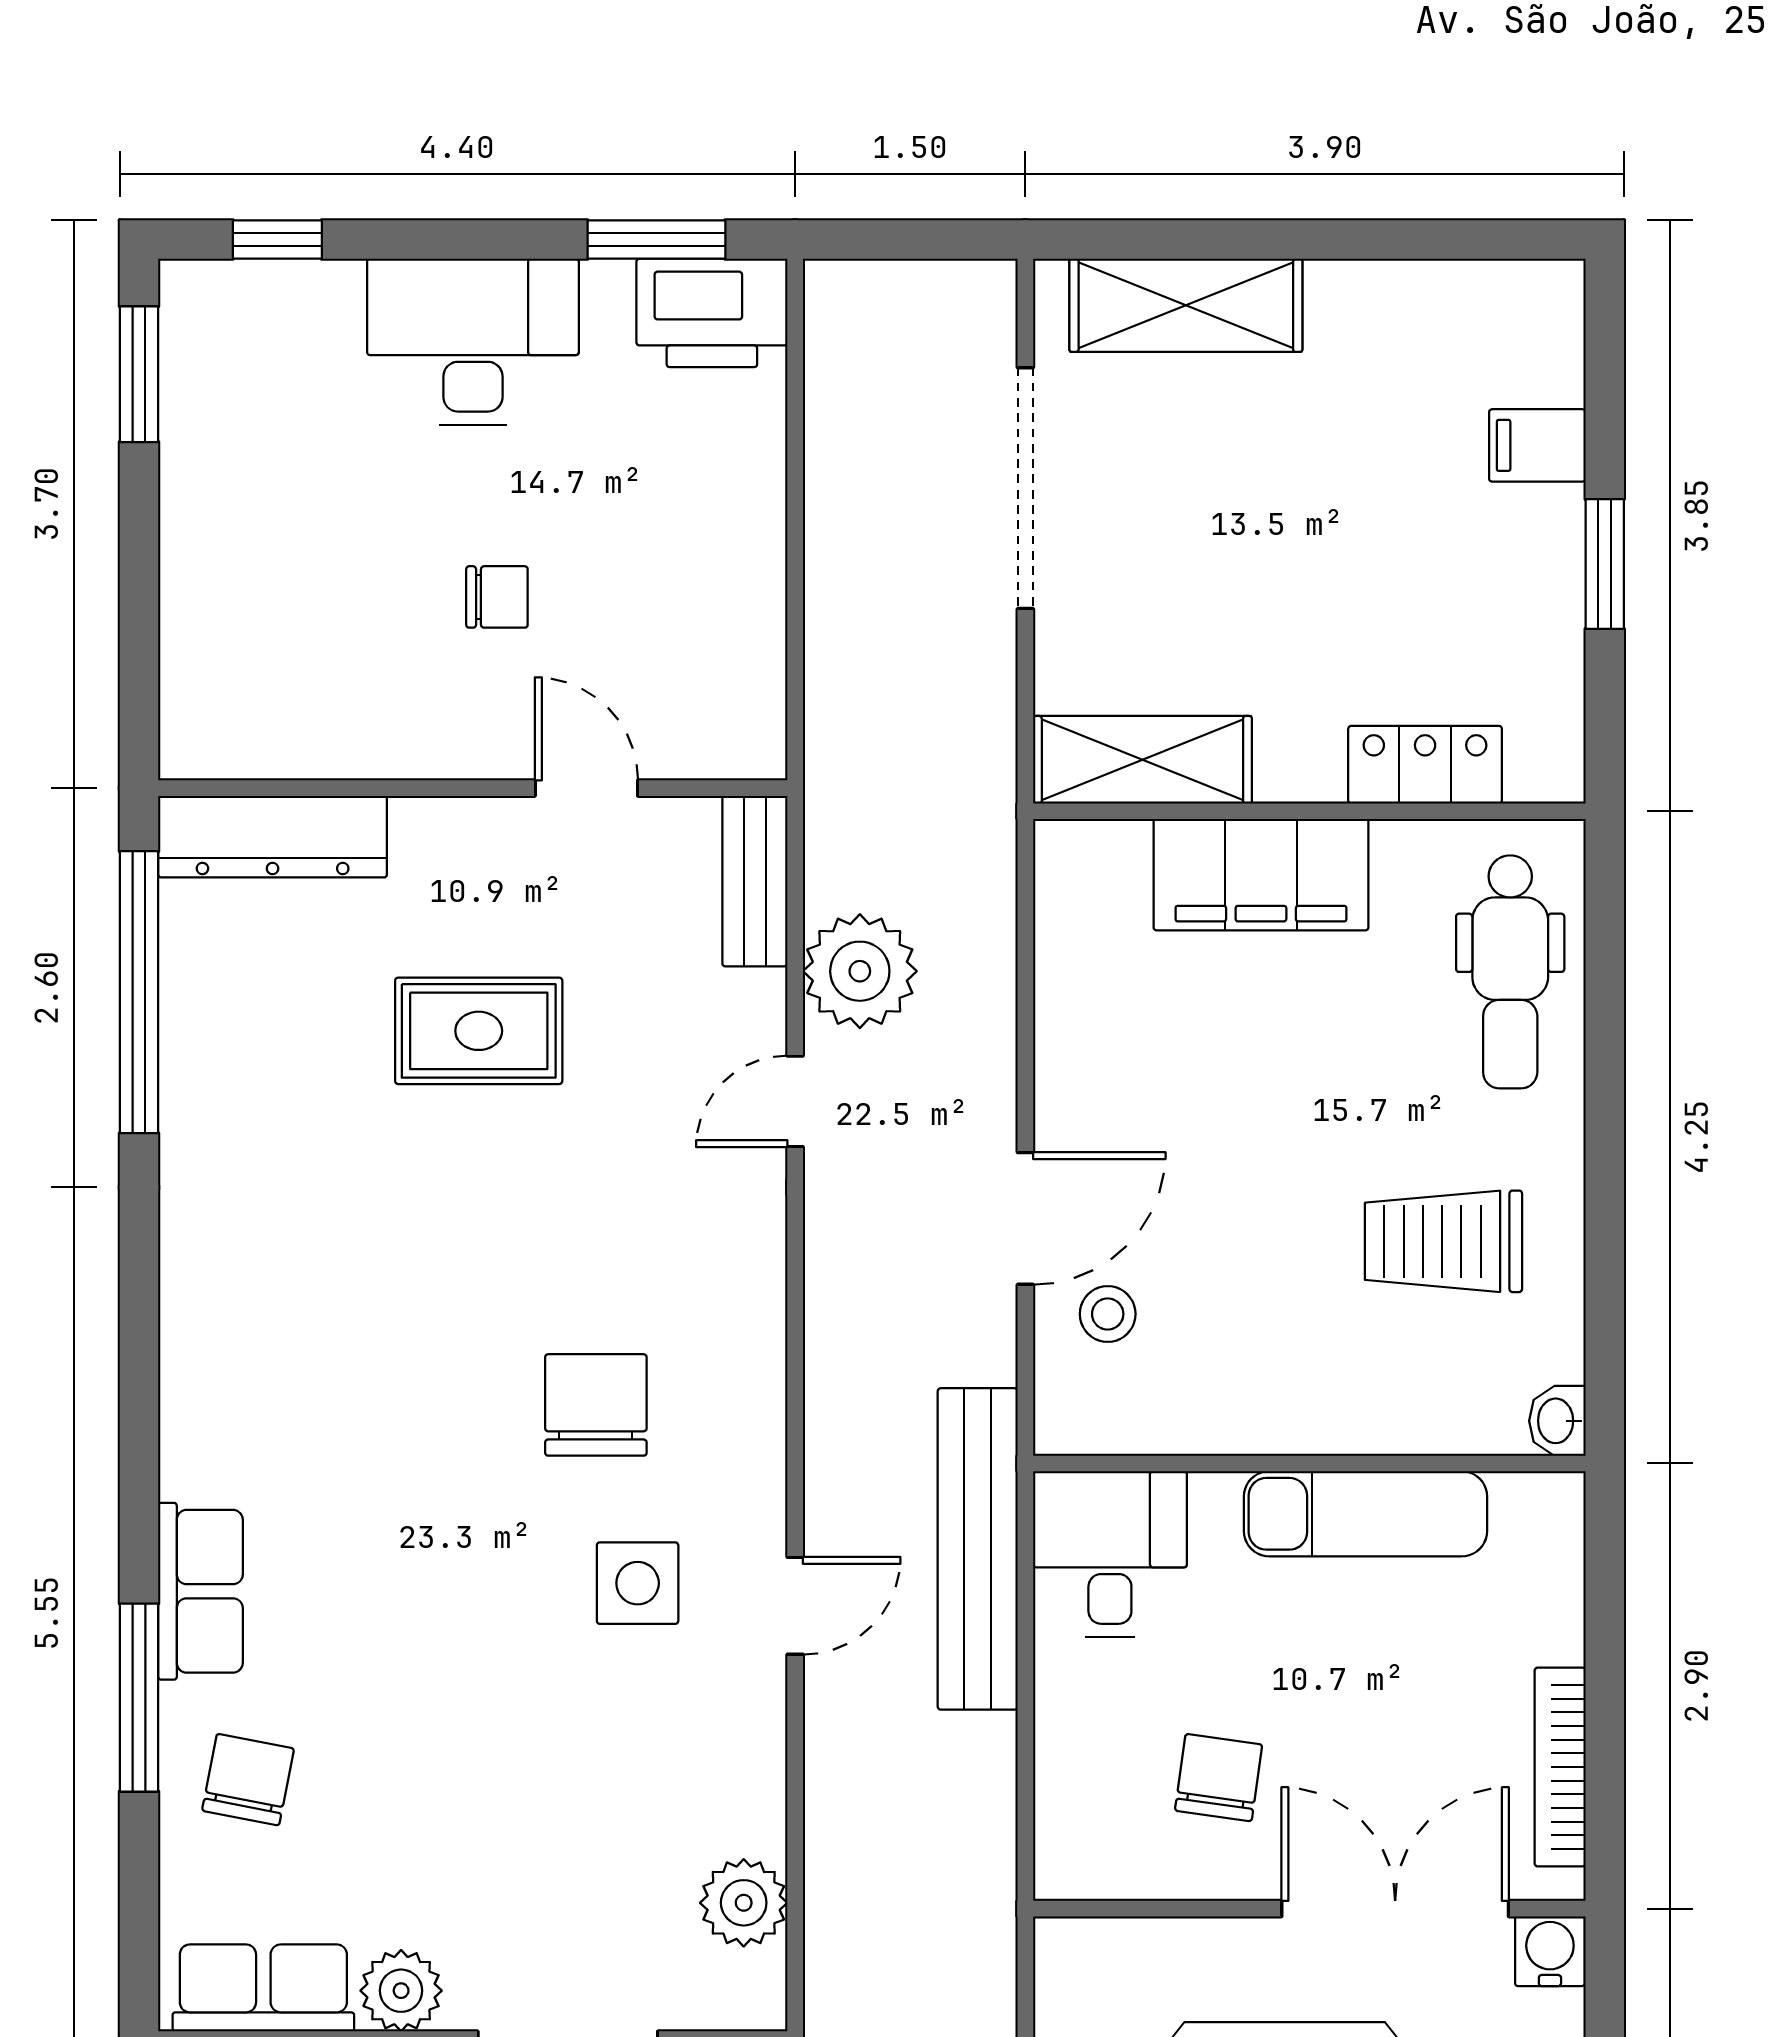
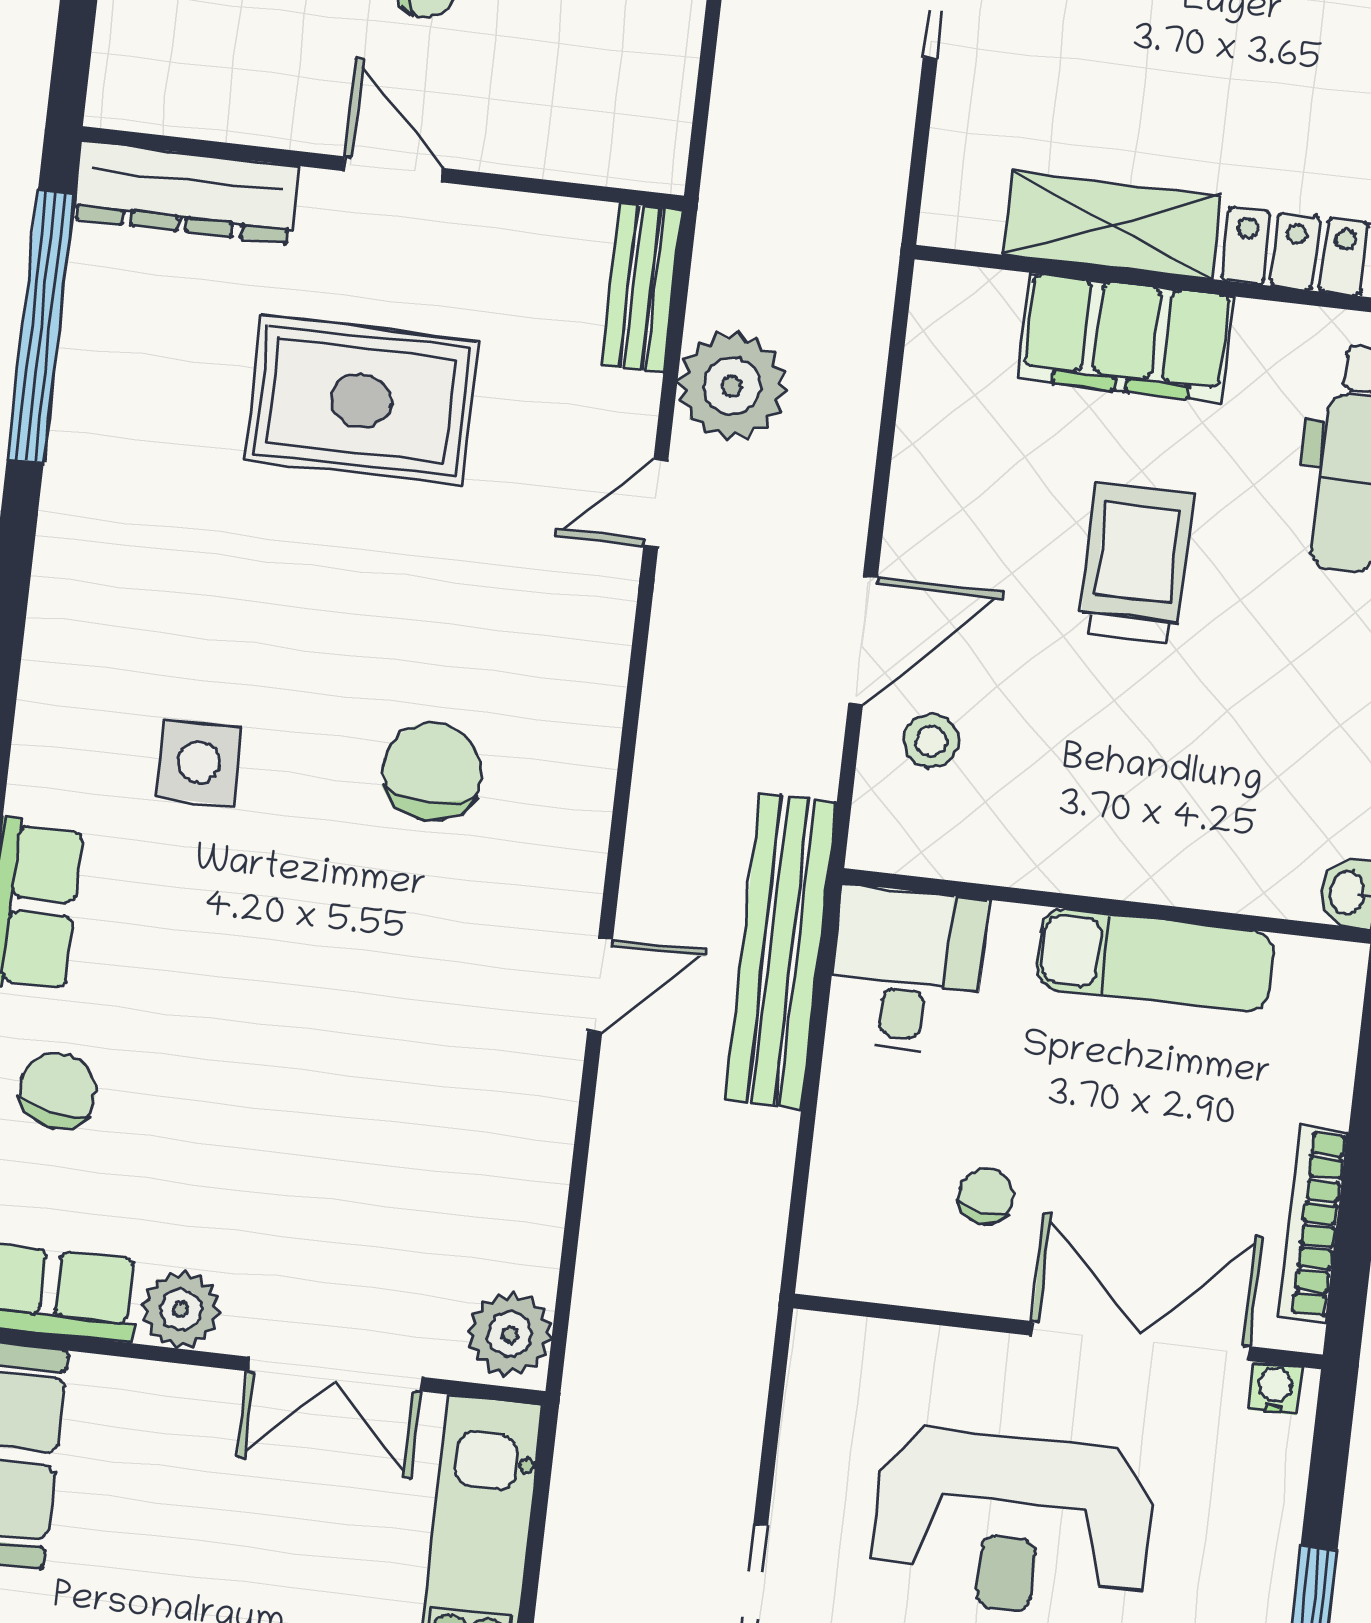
shelving: (1142, 760) -> (1112, 225), moved
door: (586, 788) -> (393, 169), moved
rug: (479, 1031) -> (361, 401), width x1.36, depth x1.43
trolley: (1443, 1241) -> (1136, 563), moved, turned 90
side table: (638, 1583) -> (199, 762), moved
chair: (1219, 1778) -> (986, 1196), width x0.73, depth x0.73
plant: (744, 1903) -> (510, 1334), moved
water cooler: (1550, 1951) -> (1275, 1388), width x0.72, depth x0.72

